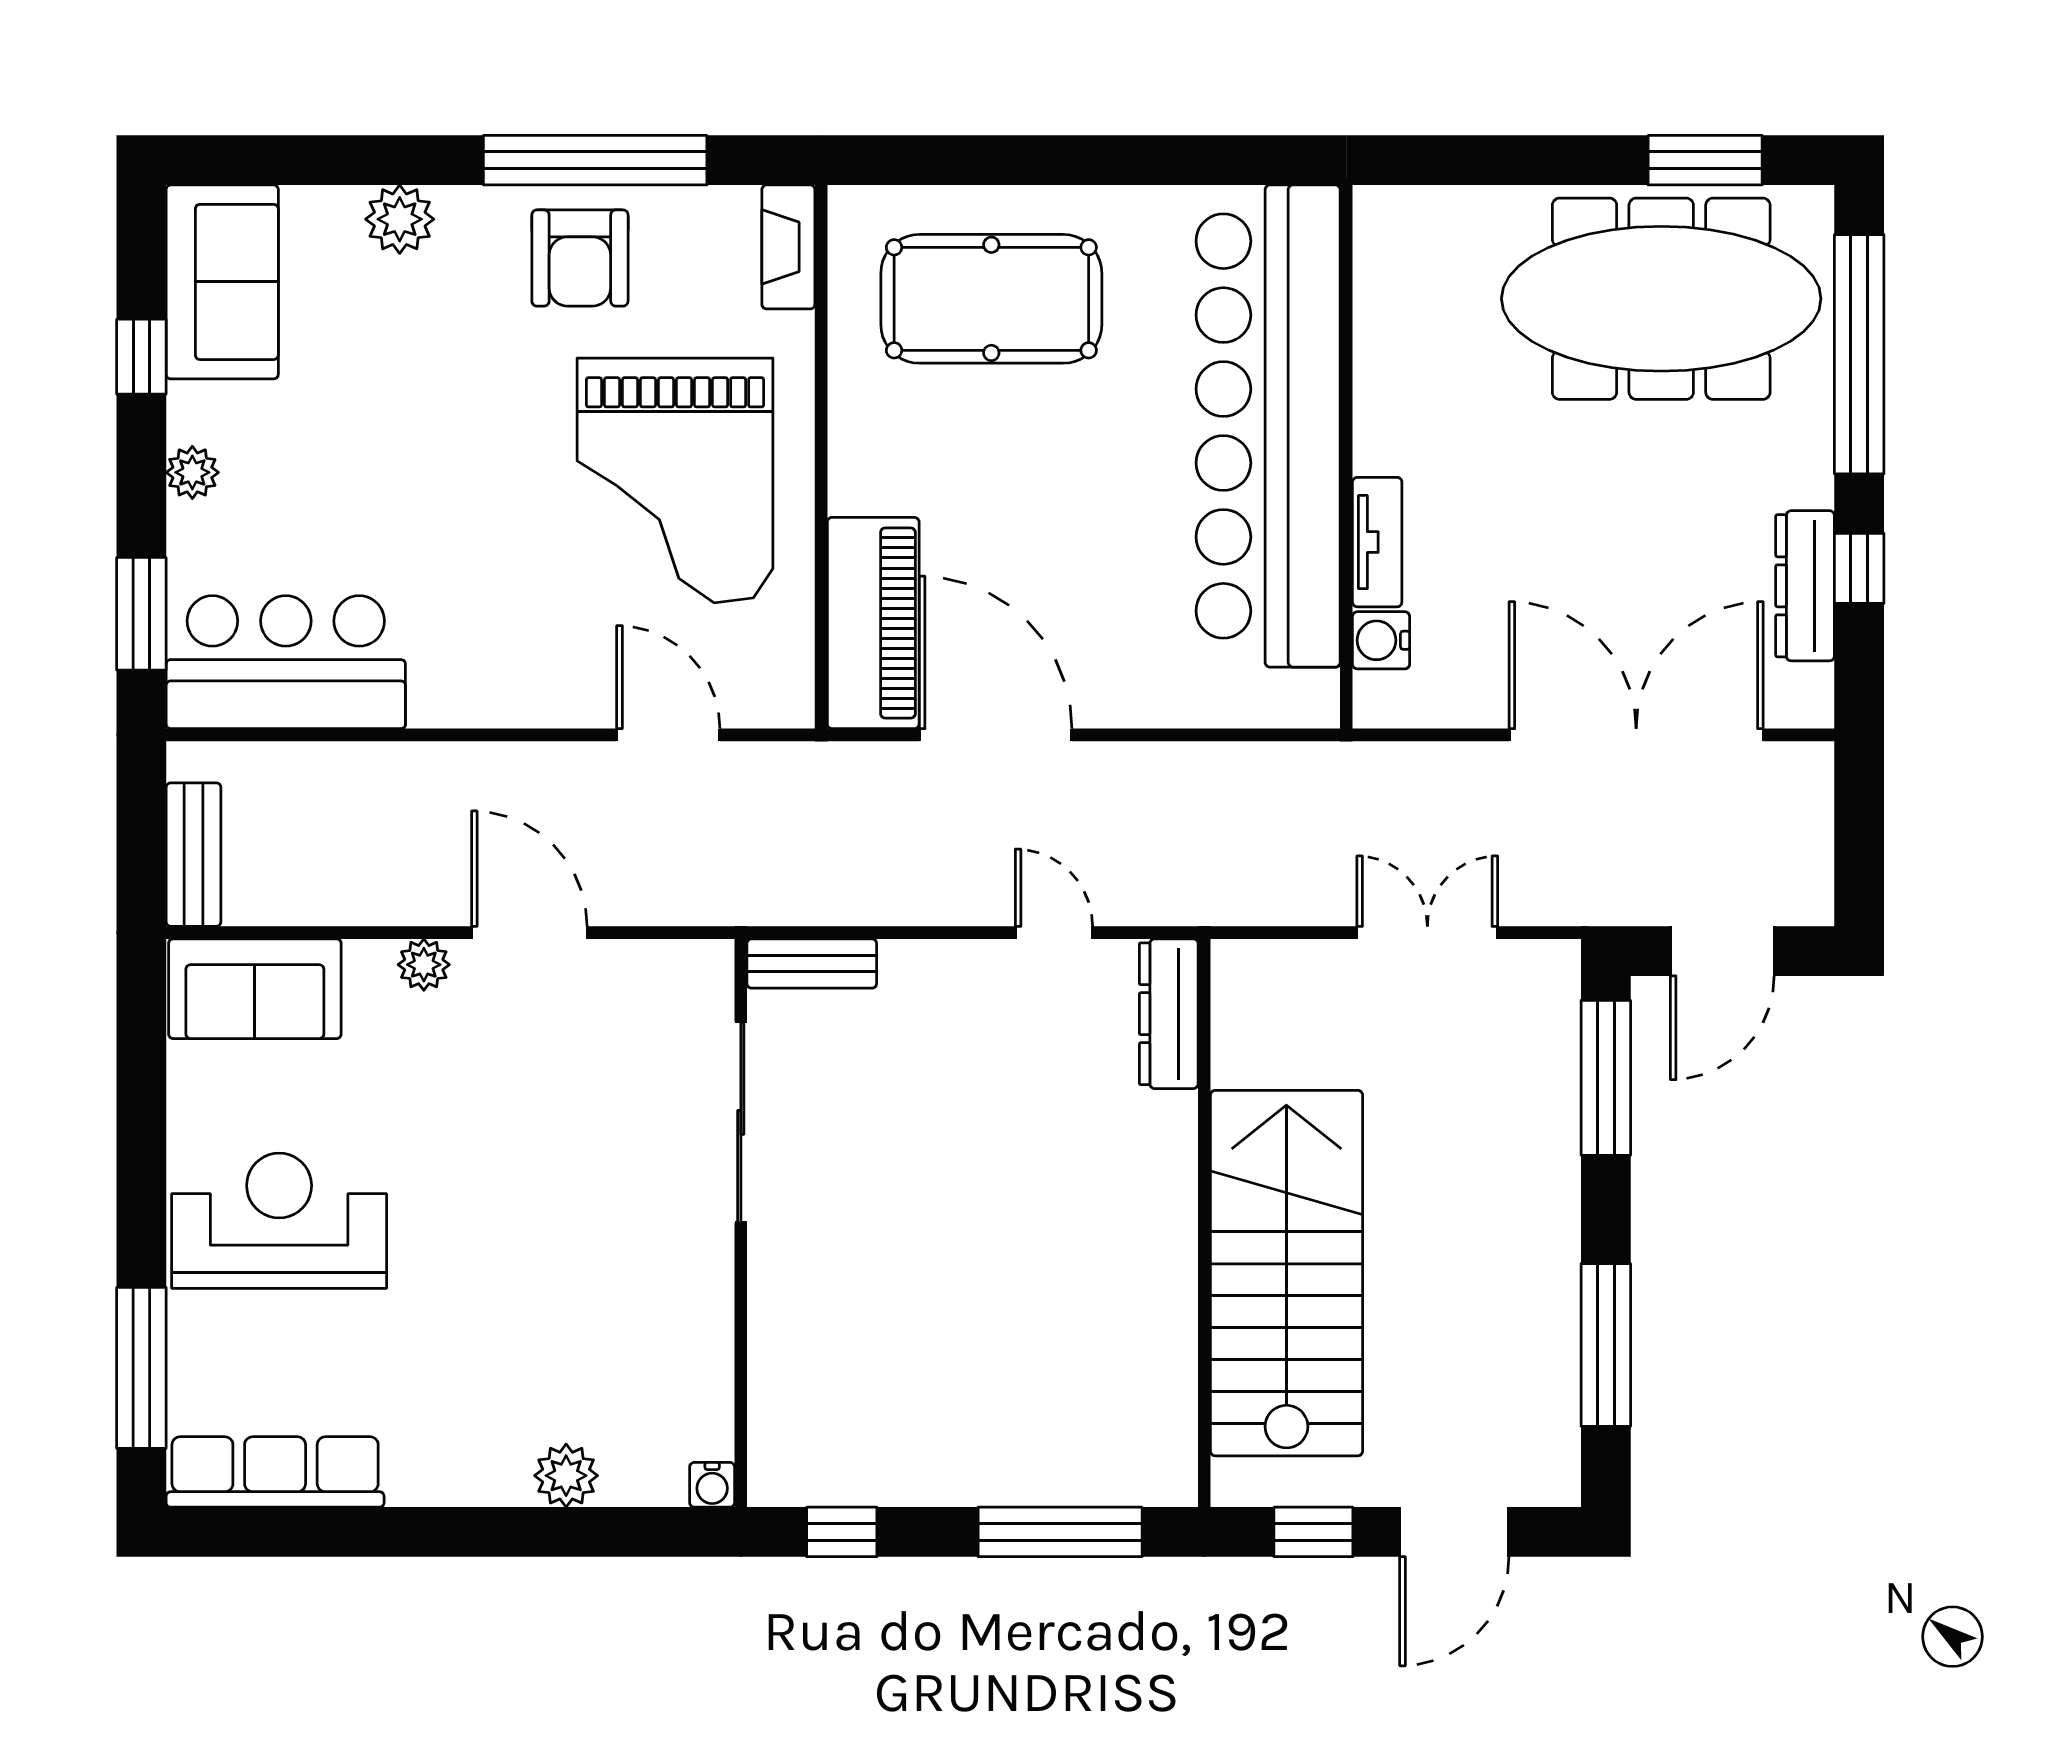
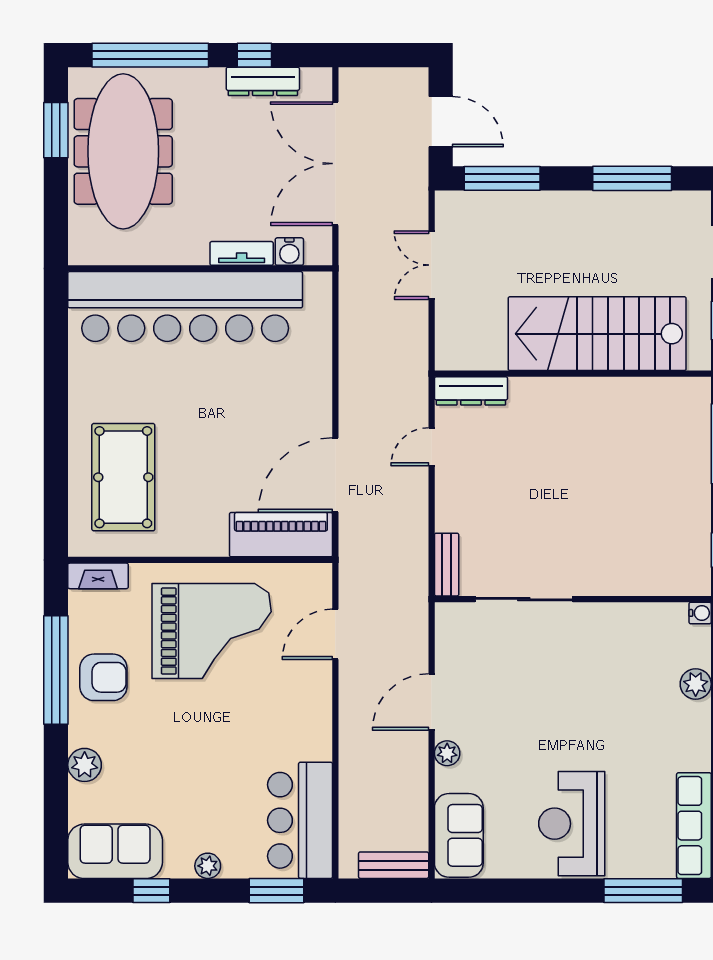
bar counter: (1268, 426) -> (185, 307), moved
wall: (1346, 457) -> (200, 268), moved
tv unit: (1377, 542) -> (242, 253), moved
water cooler: (1381, 640) -> (289, 252), moved

